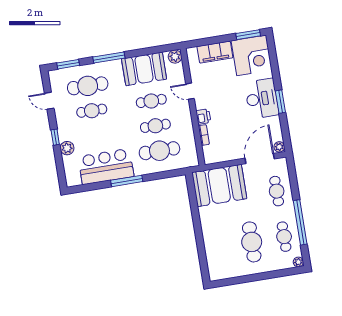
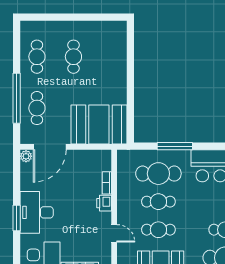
window: (280, 102) -> (17, 218), moved
window: (127, 181) -> (175, 146), moved
window: (300, 222) -> (17, 98), moved
cafe table: (252, 242) -> (73, 57), width x0.73, depth x0.74
plant: (298, 262) -> (26, 26), removed

